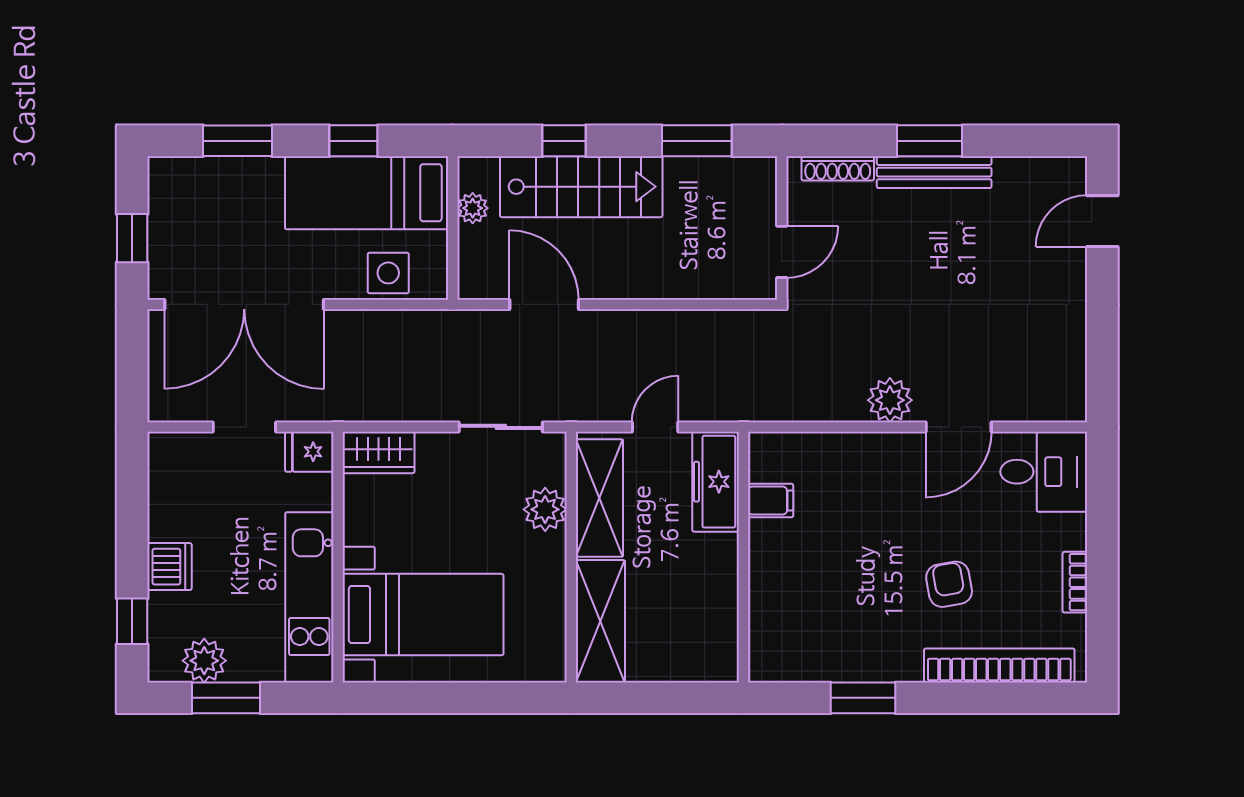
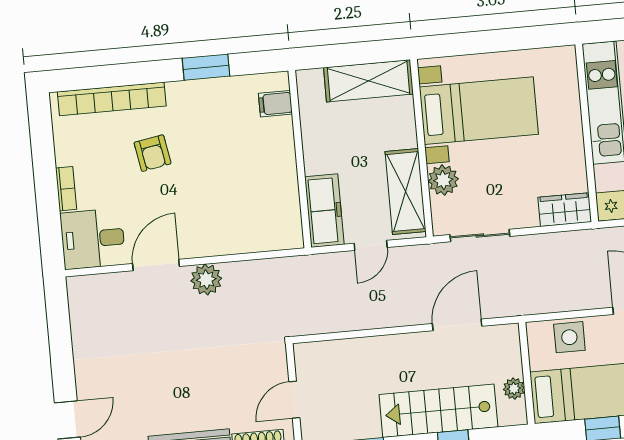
door: (782, 252) -> (294, 400), moved
door: (544, 304) -> (457, 325), swing flipped
filing cabinet: (771, 501) -> (275, 104), moved
bookcase: (1075, 582) -> (66, 189), moved
bed with nightstands: (423, 615) -> (479, 111), moved, turned 180
shelving: (600, 621) -> (368, 81), moved, turned 90

